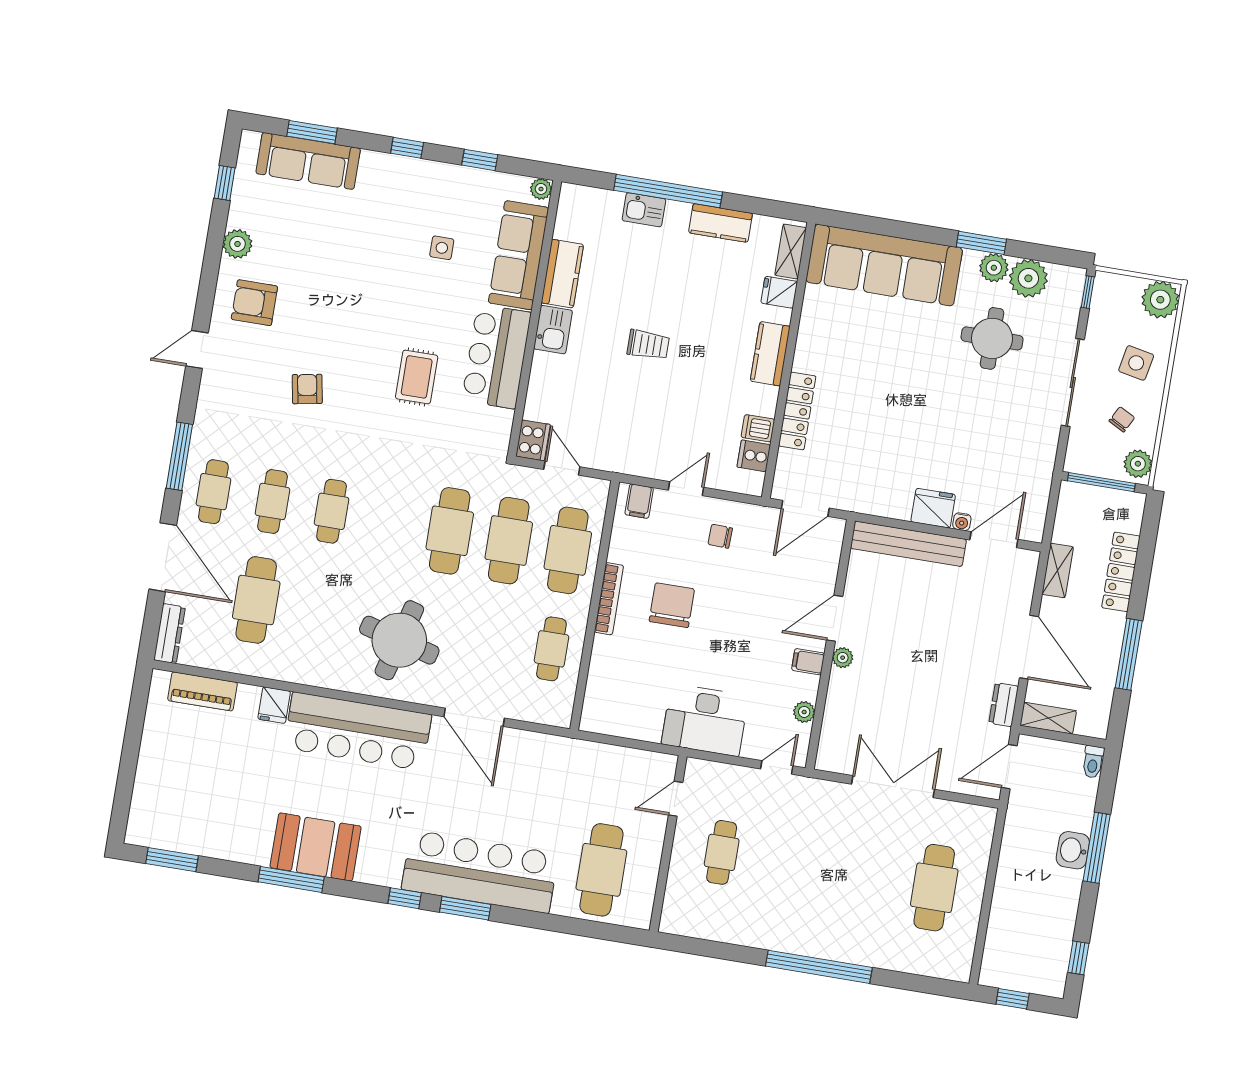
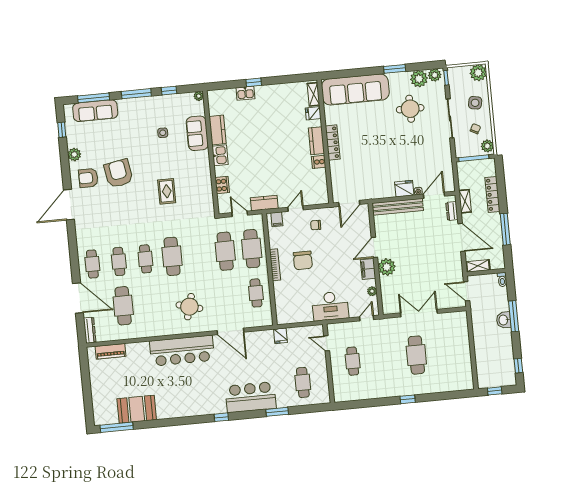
window: (312, 132) -> (94, 98), width x1.44
window: (407, 148) -> (136, 94), width x2.17
window: (668, 191) -> (254, 82), width x0.32
kitchen counter: (720, 223) -> (264, 203), moved, turned 180
sofa: (518, 255) -> (197, 133), width x0.73
plant: (994, 268) -> (435, 75), moved
trolley: (648, 345) -> (263, 151), removed
door: (197, 350) -> (69, 205), width x1.88
bar counter: (496, 356) -> (199, 173), removed
armchair: (307, 389) -> (119, 173), moved, width x1.88, depth x1.88
locker: (797, 411) -> (333, 143), moved
dishwasher: (758, 428) -> (320, 174), removed
cooker: (533, 440) -> (222, 185), moved
window: (179, 456) -> (74, 253), removed
cooker: (754, 456) -> (319, 162), moved
cafe table: (450, 531) -> (172, 256), moved
chair: (672, 605) -> (303, 260), turned 180
round table: (399, 640) -> (189, 307), width x0.73, depth x0.73
plant: (843, 658) -> (387, 267), width x1.88, depth x1.88
filing cabinet: (808, 662) -> (368, 269), width x2.00
fridge: (274, 705) -> (280, 336), moved
dresser: (1004, 705) -> (452, 211), moved
door: (1009, 767) -> (467, 291), hinge flipped
door: (676, 799) -> (327, 343), hinge flipped
booth: (316, 847) -> (137, 409), moved
window: (172, 860) -> (117, 427), width x1.44
cafe table: (601, 870) -> (303, 382), width x0.73, depth x0.74
bar counter: (480, 872) -> (251, 397), width x0.73
window: (291, 879) -> (170, 422), removed
cafe table: (934, 888) -> (416, 355), moved
window: (465, 908) -> (277, 412), moved
window: (819, 967) -> (408, 399), width x0.32

